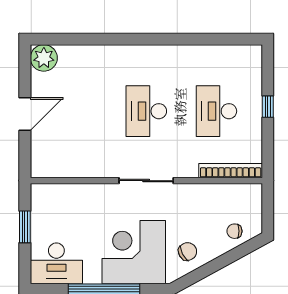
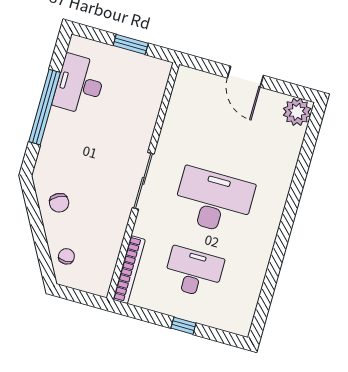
desk: (146, 111) -> (214, 201), width x1.36, depth x1.30
corner desk: (134, 252) -> (74, 148), removed
desk: (56, 263) -> (79, 84), moved

